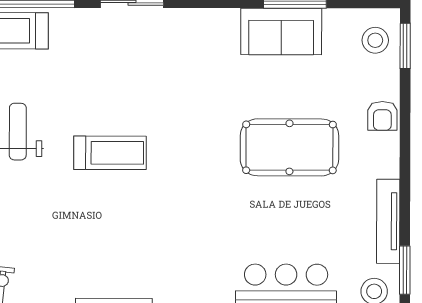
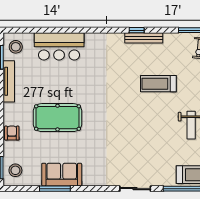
treadmill: (110, 153) -> (158, 84), moved

